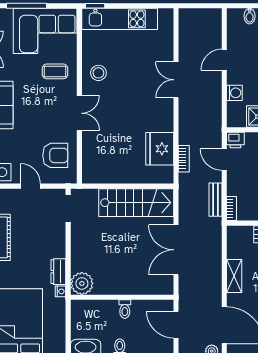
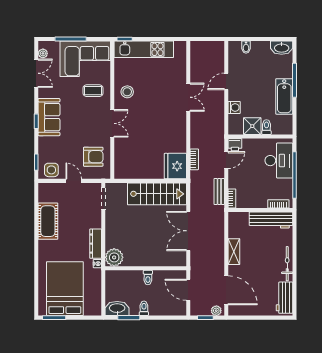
double door: (176, 80) -> (188, 97), swing flipped
fridge: (160, 149) -> (175, 166), moved
door: (224, 160) -> (226, 160), swing flipped
dresser: (58, 272) -> (96, 244), width x1.44

